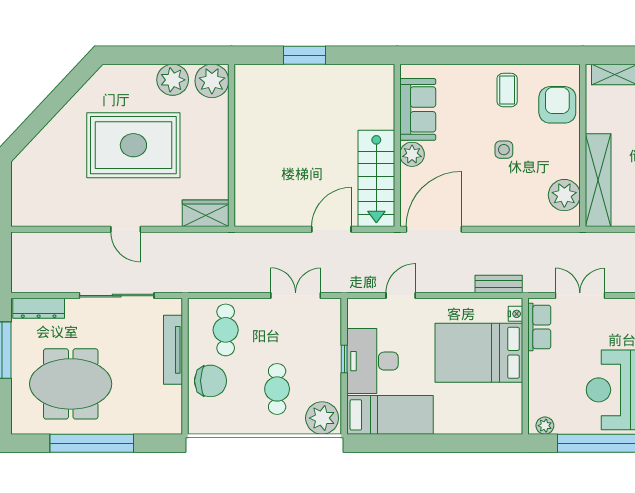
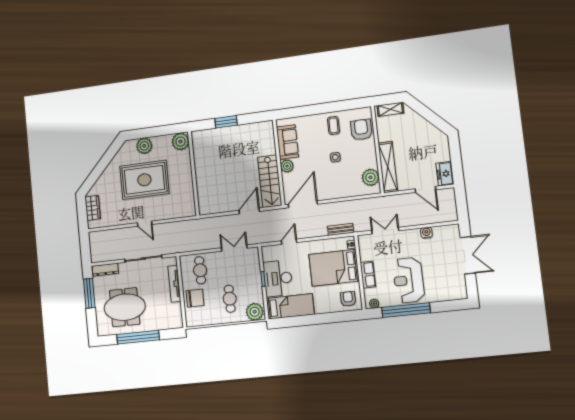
plant: (173, 80) -> (144, 146), moved
wardrobe: (206, 213) -> (93, 208), moved, turned 90
row of seats: (539, 327) -> (368, 275), moved
armchair: (498, 412) -> (348, 299), added

